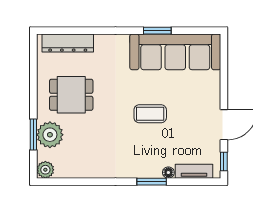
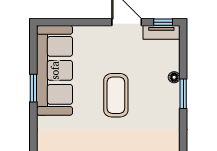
coffee table: (150, 114) -> (116, 95), width x1.36, depth x1.32
tv unit: (194, 171) -> (161, 32), moved, turned -90

